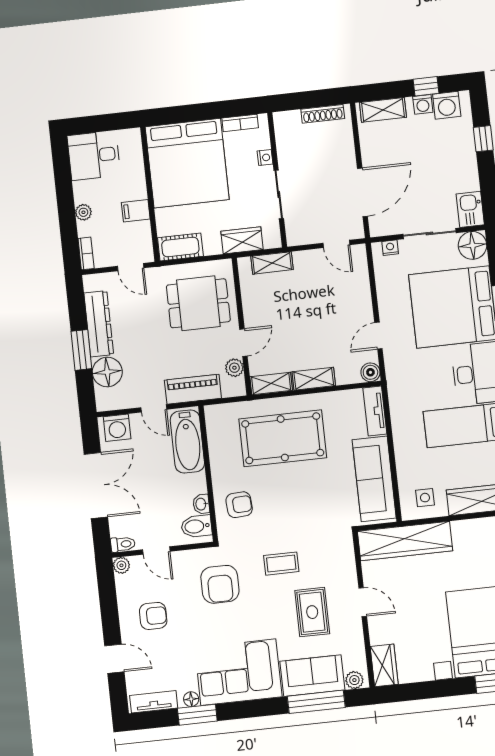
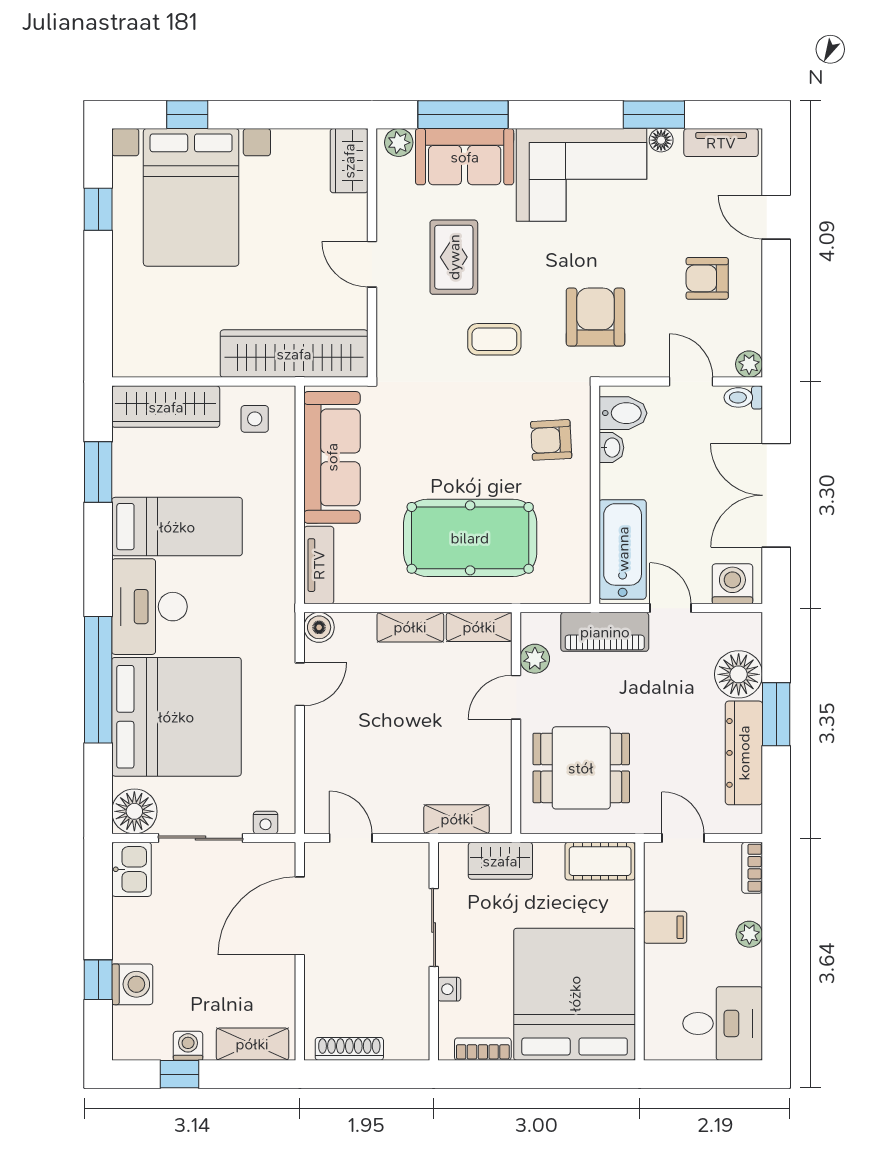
washing machine: (447, 105) -> (132, 984), moved, turned 90

